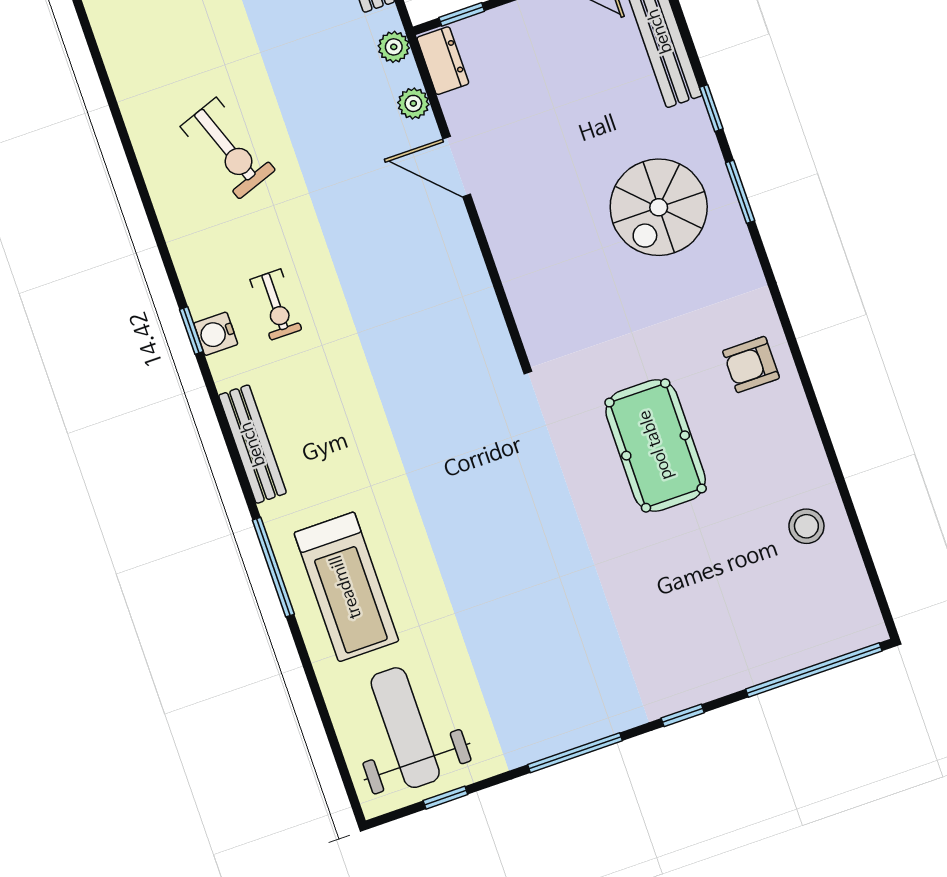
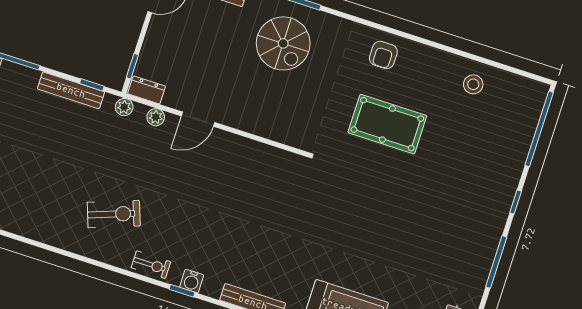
exercise bike: (276, 305) -> (151, 265), moved

